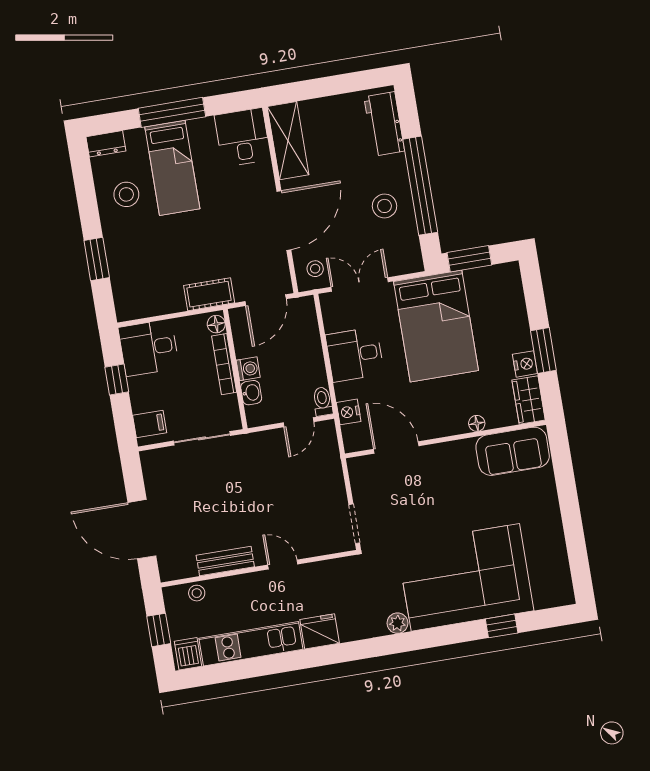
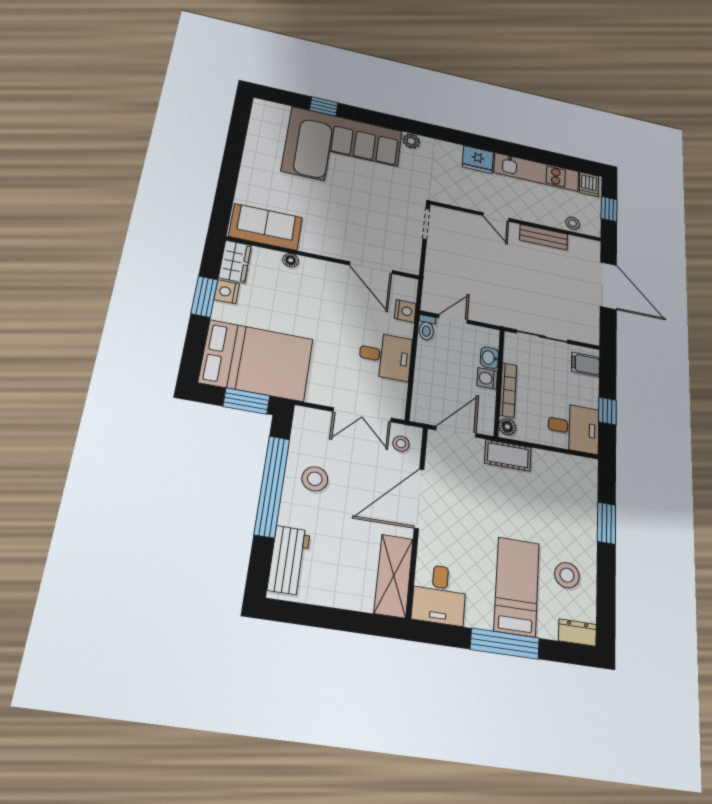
bed: (436, 326) -> (256, 361), moved, turned 90

